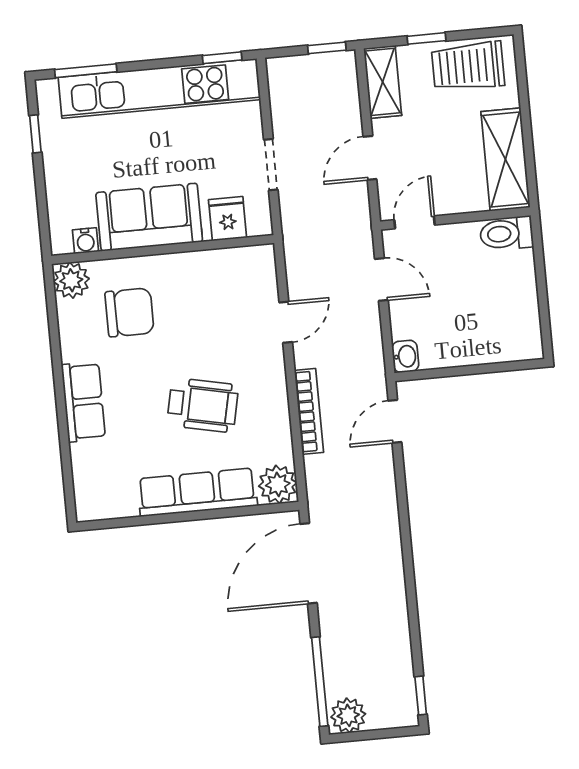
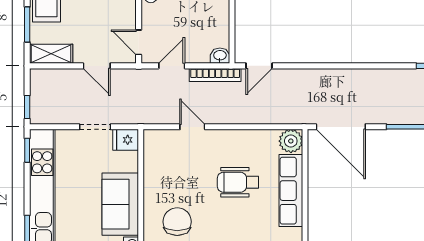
window: (426, 38) -> (27, 24), width x1.50
window: (327, 48) -> (27, 107), moved
fridge: (228, 219) -> (126, 140), moved
wheelchair: (203, 405) -> (238, 182), turned -102
bookcase: (309, 411) -> (215, 75), moved, turned 180
door: (395, 421) -> (259, 66), hinge flipped

